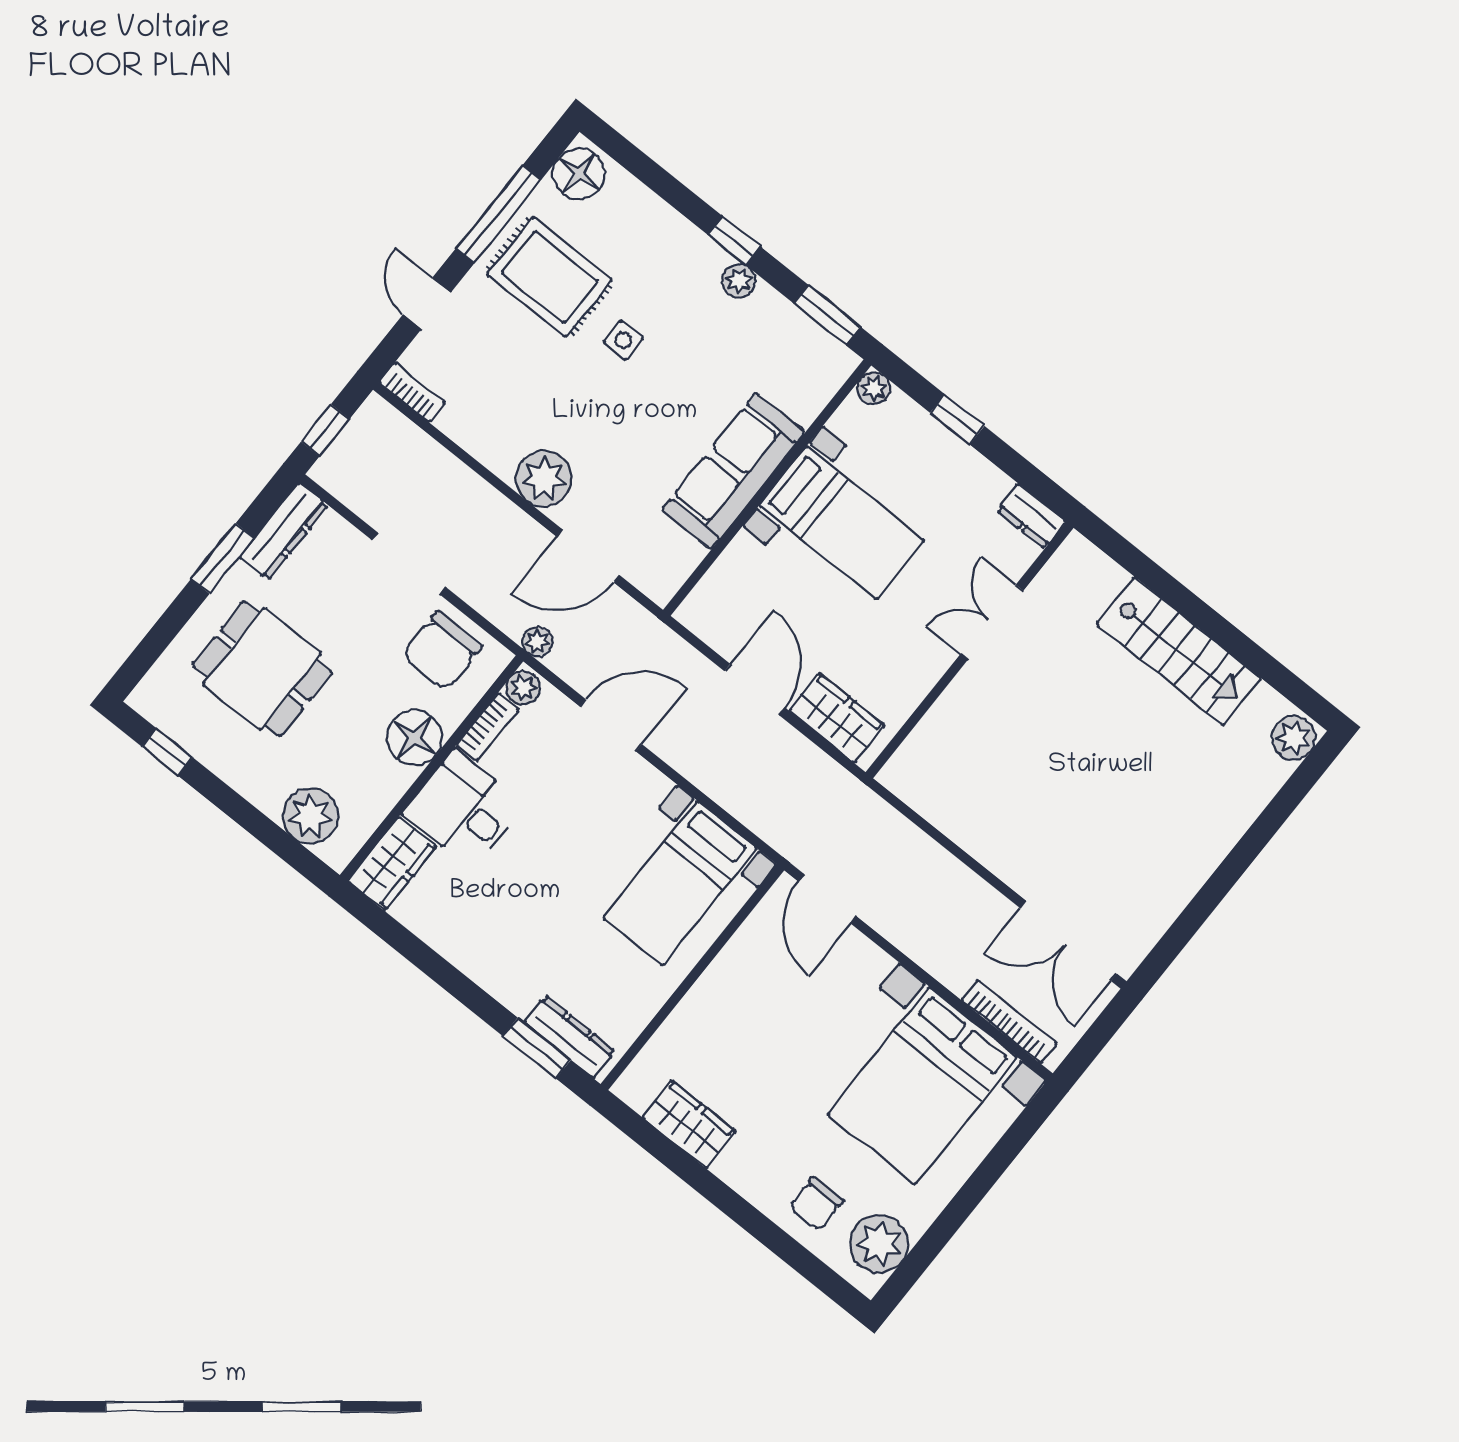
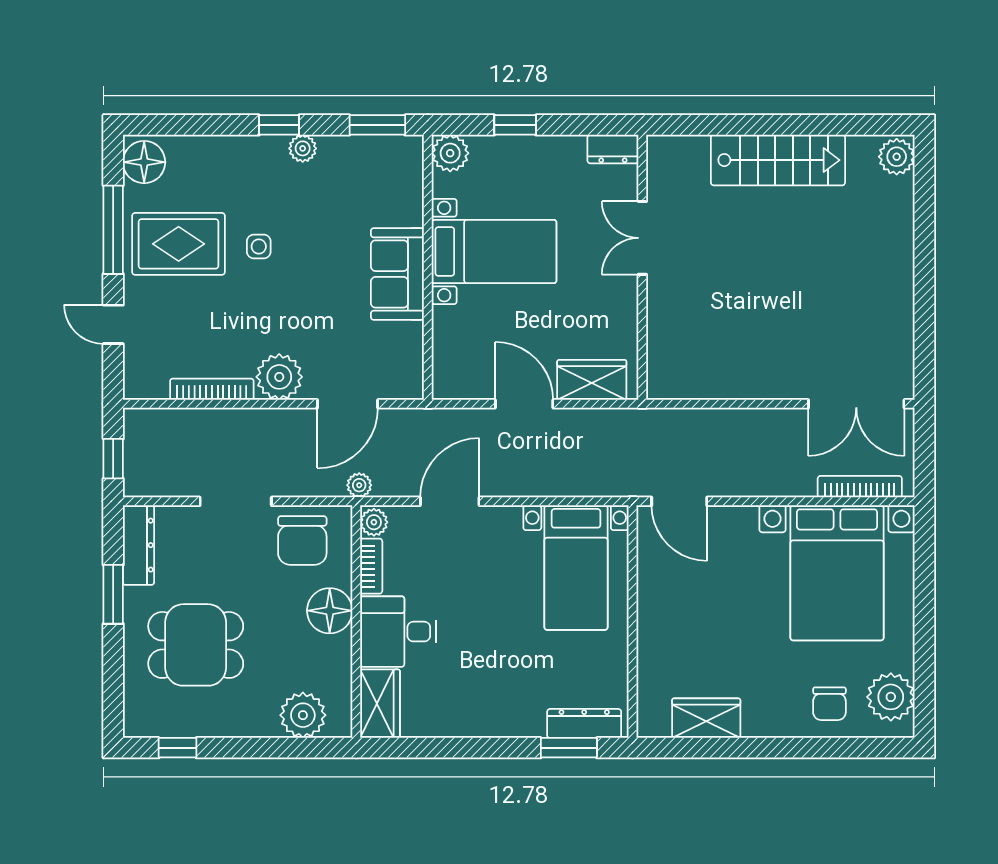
plant: (874, 388) -> (450, 153), width x1.38, depth x1.38
bookcase: (412, 392) -> (212, 389), moved, width x1.56
sofa: (733, 471) -> (397, 274), width x0.73

